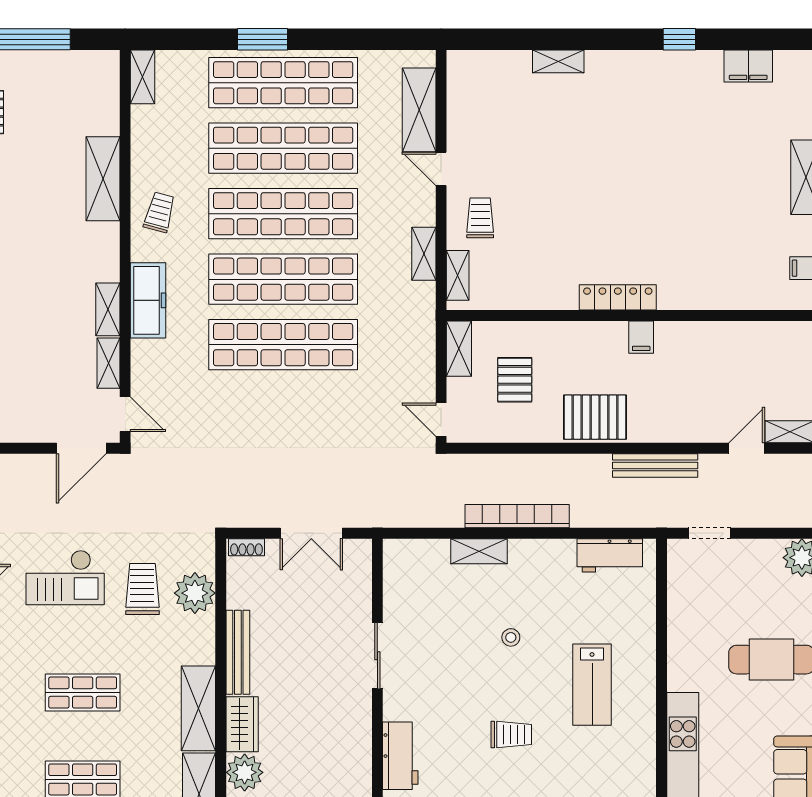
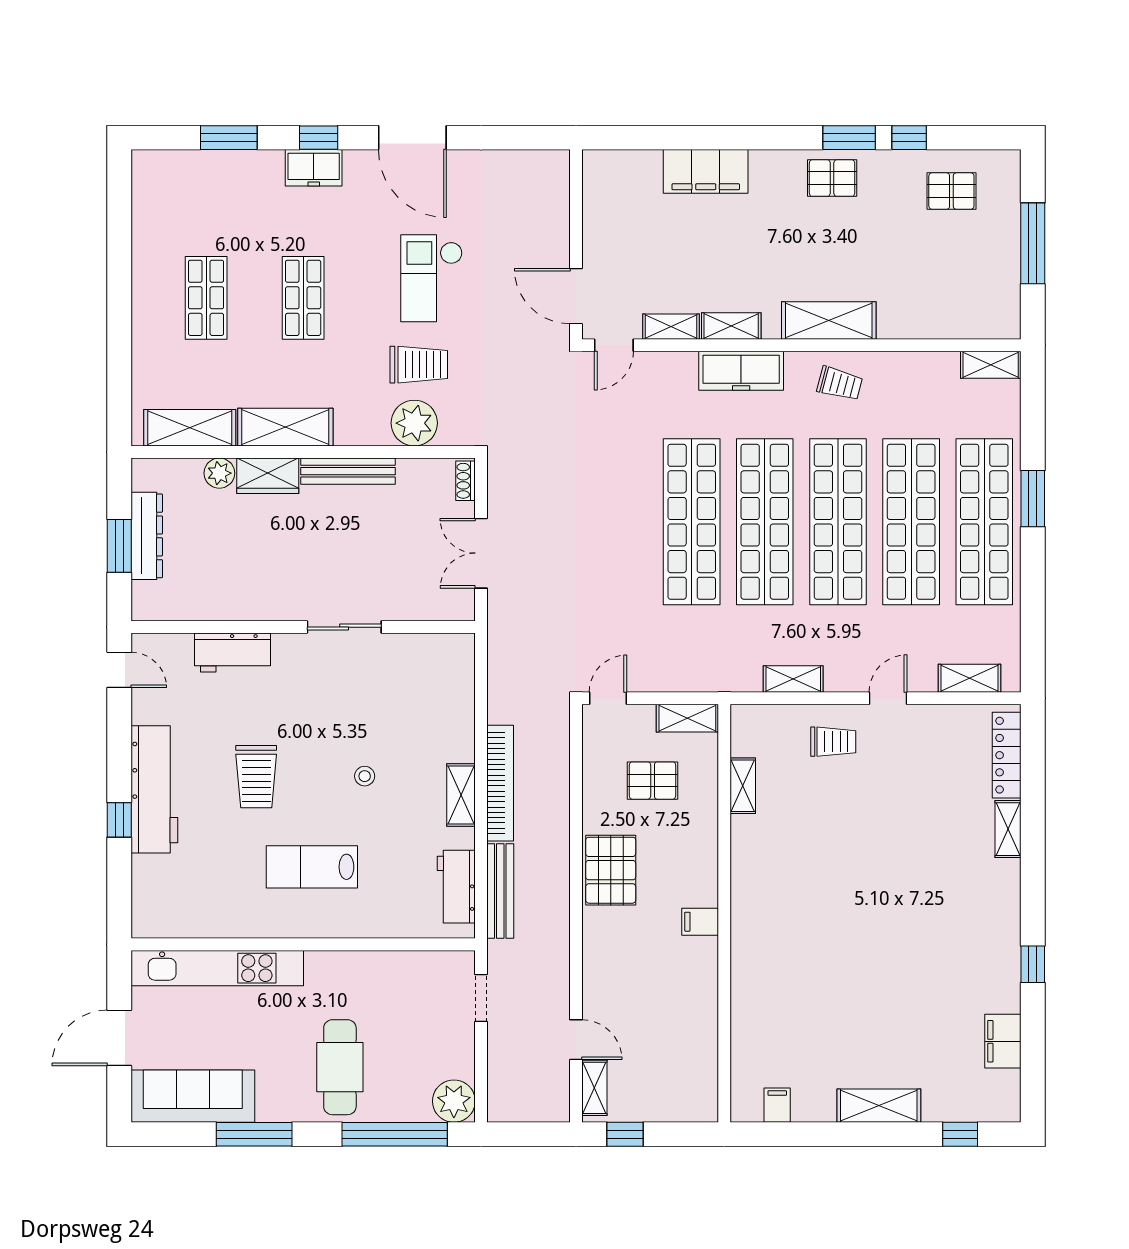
shelving: (419, 110) -> (970, 678), width x0.67, depth x0.75
shelving: (103, 179) -> (829, 320), moved
shelving: (458, 275) -> (743, 786), moved, turned 90
locker: (618, 297) -> (1007, 755), moved, turned 180
bench: (655, 465) -> (500, 891), moved
shelving: (479, 551) -> (461, 795), moved
trolley: (511, 734) -> (256, 777), width x1.36, depth x1.39
plant: (245, 772) -> (219, 473), width x0.73, depth x0.73

